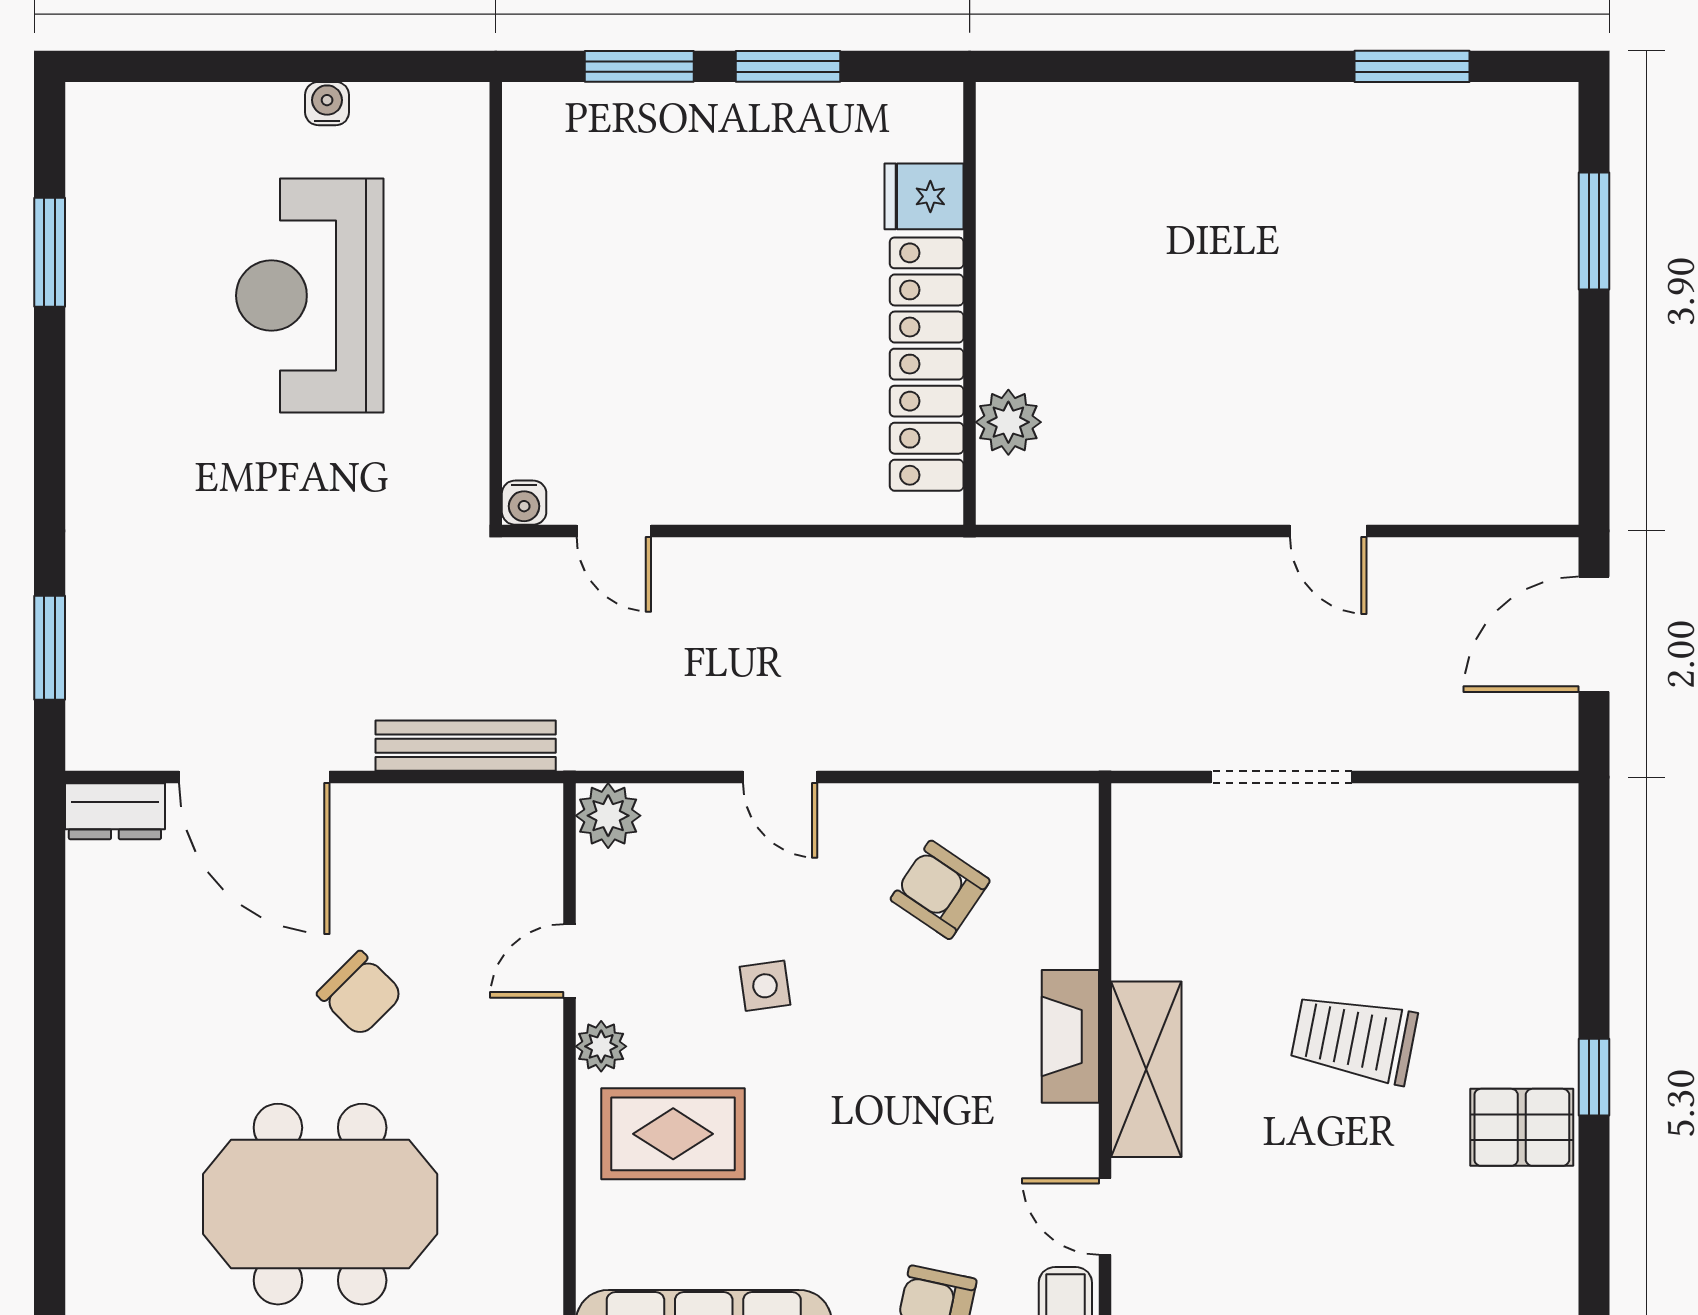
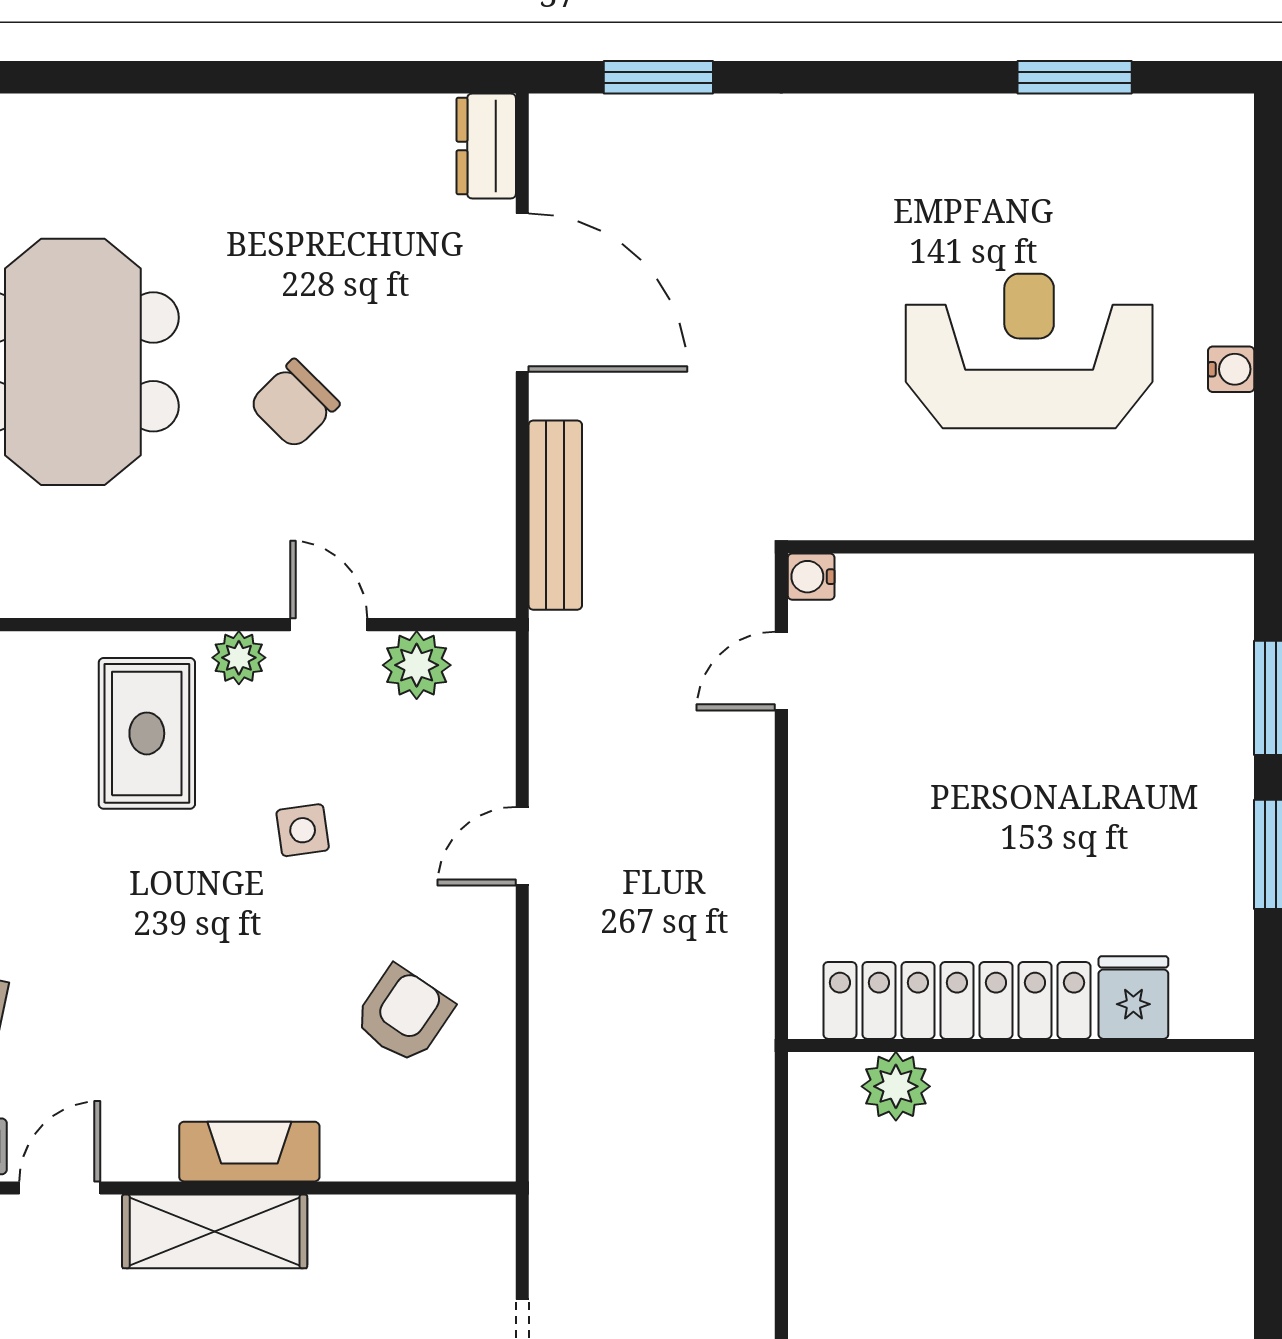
door: (254, 777) -> (522, 293), swing flipped
plant: (608, 816) -> (417, 665), moved

